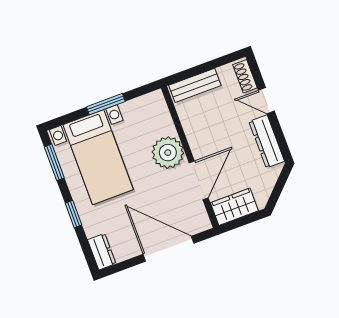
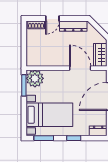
bench: (195, 85) -> (31, 52), removed
window: (106, 104) -> (24, 85), moved
plant: (168, 153) -> (35, 78), moved

